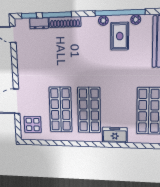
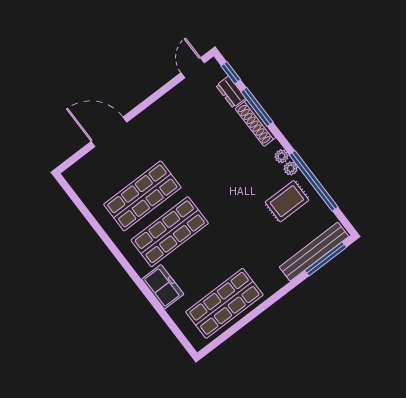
plant: (136, 20) -> (281, 156), moved
display table: (33, 124) -> (94, 174), removed

